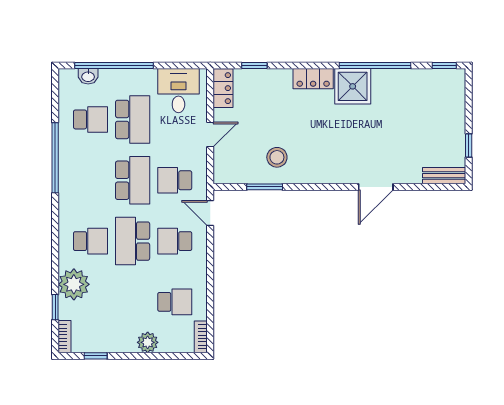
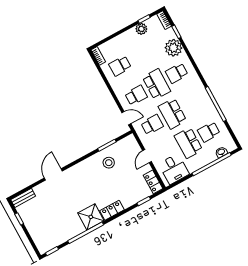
plant: (148, 342) -> (141, 29), moved

